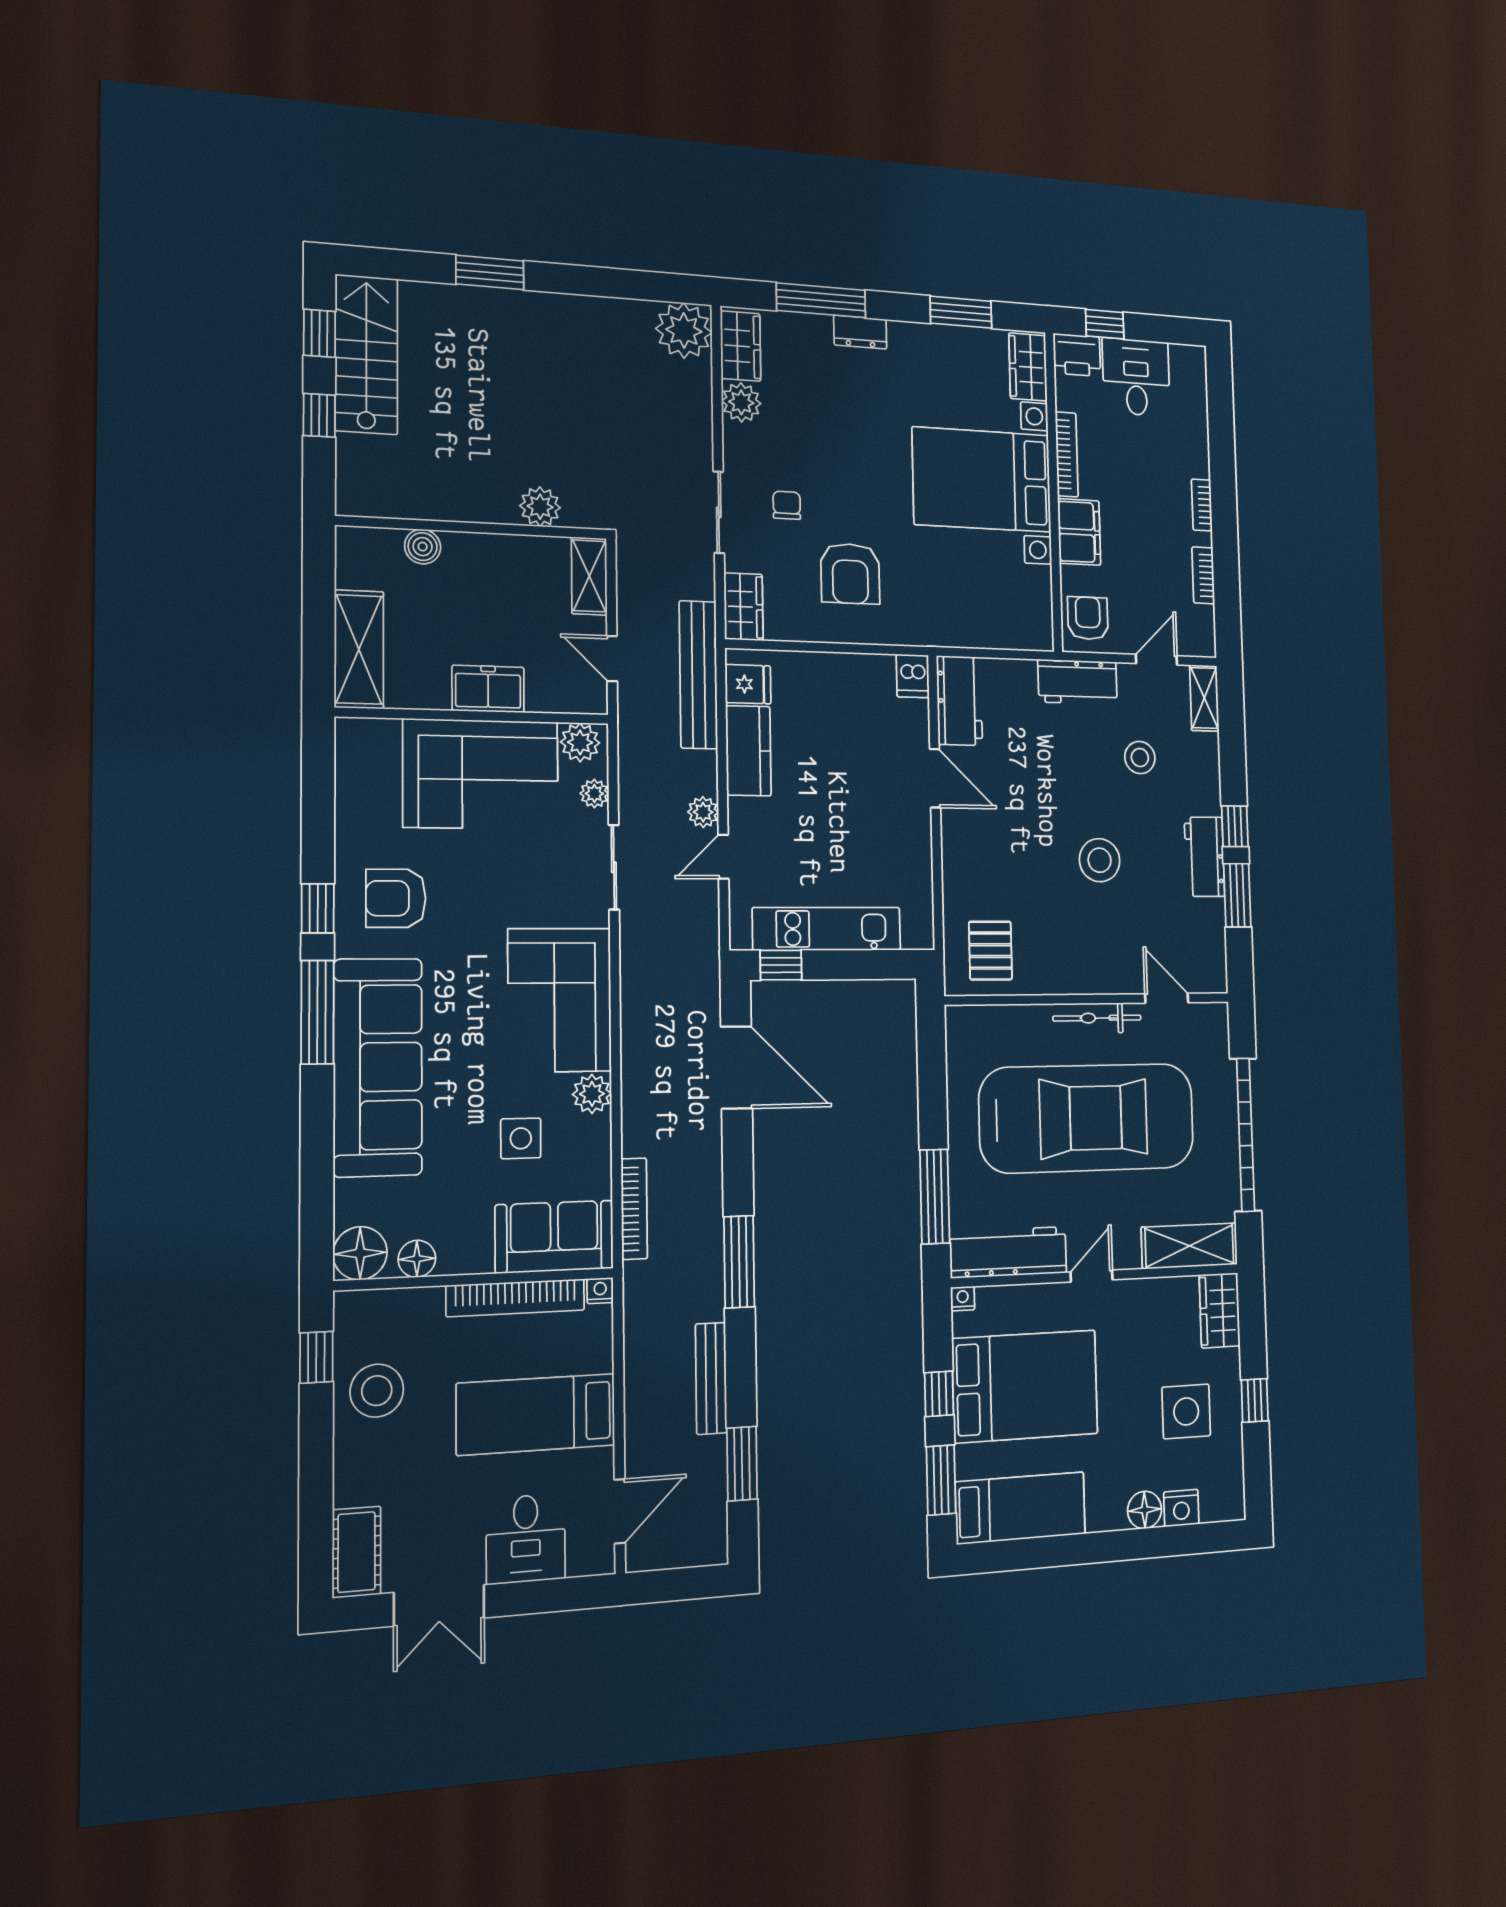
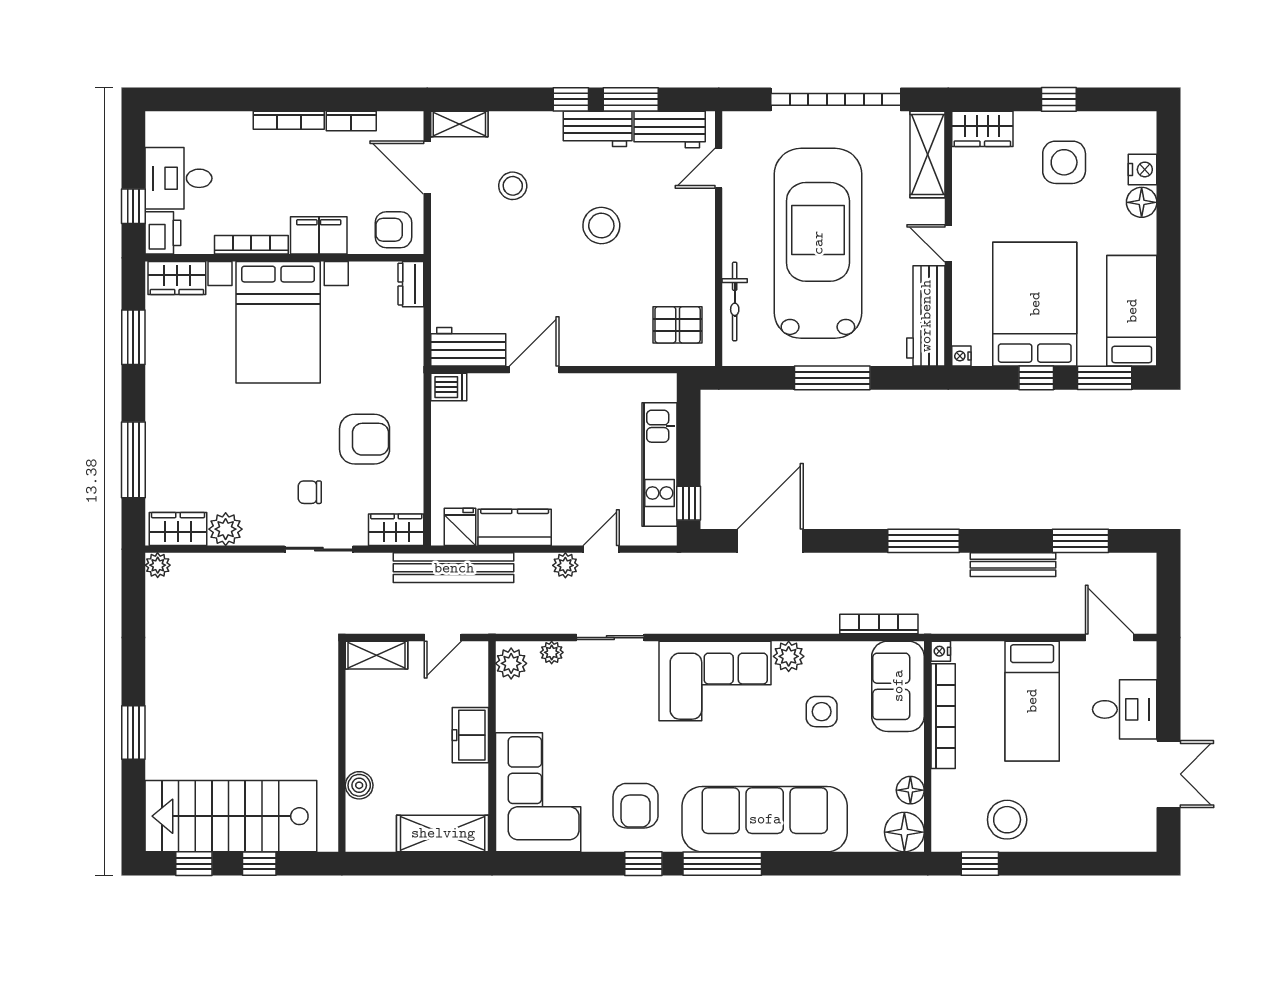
plant: (684, 331) -> (158, 565), width x0.53, depth x0.53
dresser: (860, 332) -> (411, 284), moved, turned 180
stairs: (366, 354) -> (231, 816), width x1.36, depth x1.51
bookcase: (1202, 505) -> (289, 120), width x1.56
plant: (540, 507) -> (322, 694), removed
door: (1156, 660) -> (427, 168), width x1.38
workbench: (1078, 682) -> (670, 129), moved, turned 90
corner sofa: (481, 774) -> (538, 792), moved
door: (723, 857) -> (601, 549), swing flipped
bicycle: (1097, 1018) -> (735, 301), moved
window: (935, 1196) -> (832, 378), moved
cot: (356, 1552) -> (1125, 834), removed

